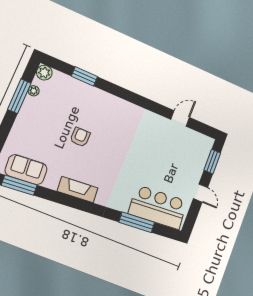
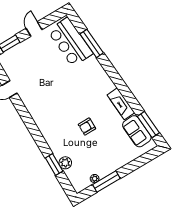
plant: (44, 73) -> (65, 163), moved
fireplace: (78, 190) -> (121, 104), moved

